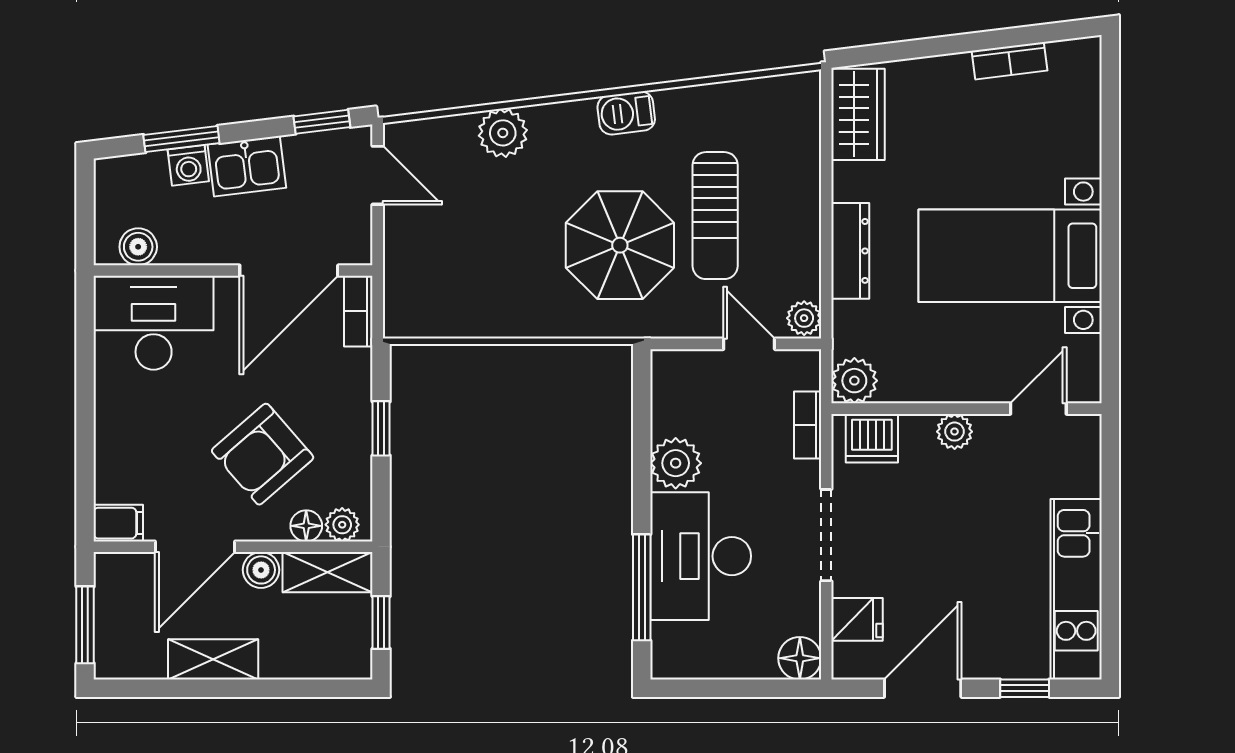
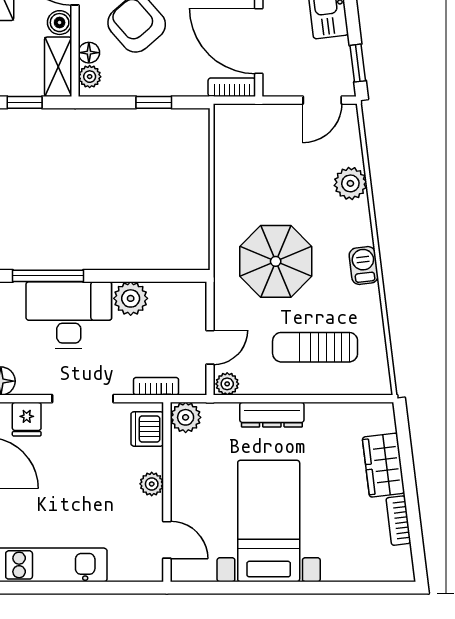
wardrobe: (858, 114) -> (384, 465), moved, turned 83
sun lounger: (715, 216) -> (315, 347), moved

